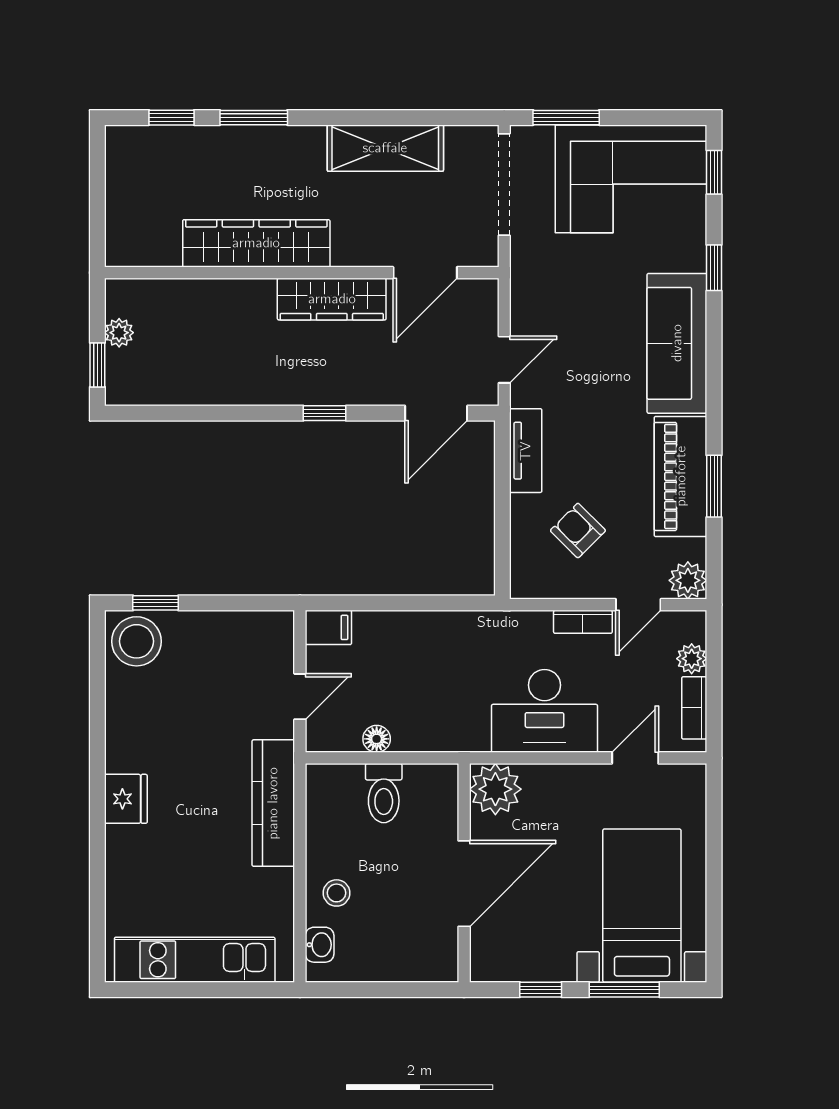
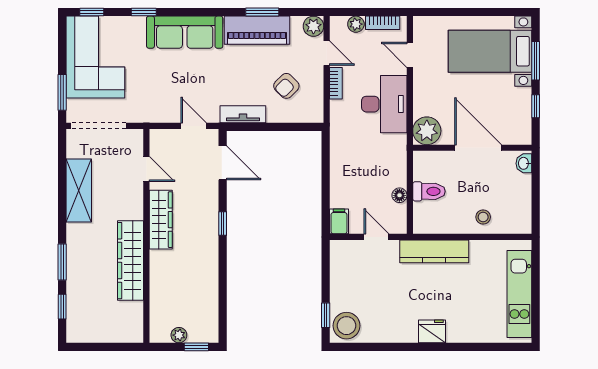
door: (425, 273) -> (146, 169), width x0.73
washbasin: (320, 945) -> (524, 163), moved, turned -90

